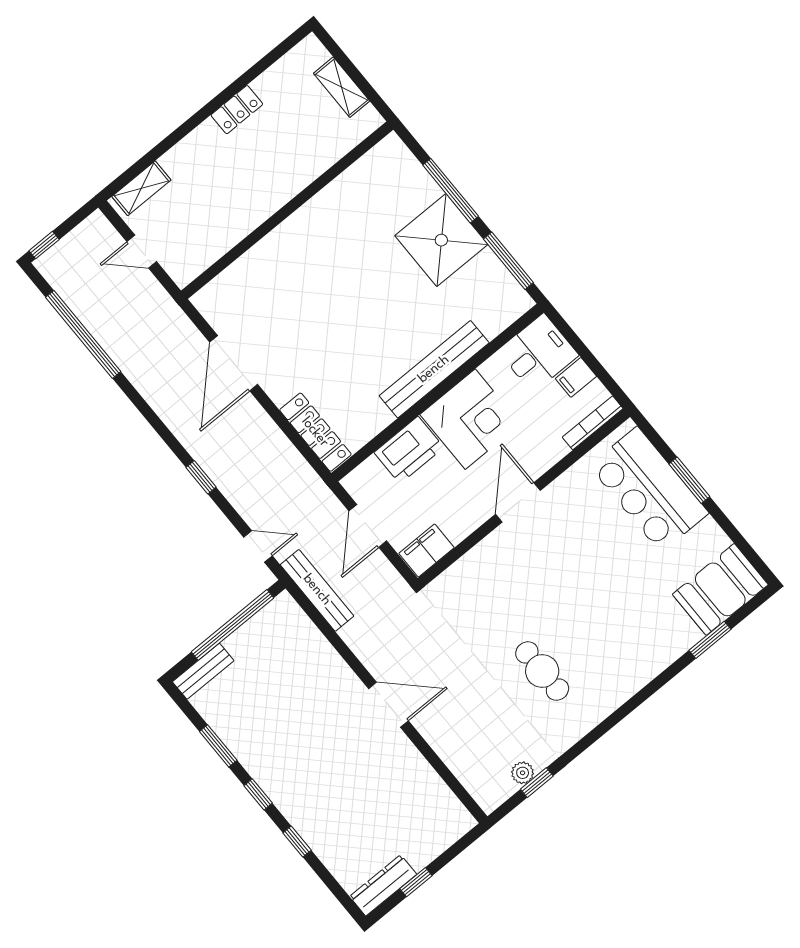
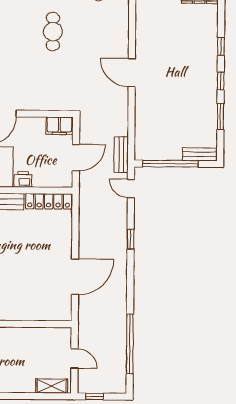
window: (44, 245) -> (95, 397), moved
locker: (315, 432) -> (49, 201), moved, turned -90
printer: (409, 450) -> (23, 179), width x0.53, depth x0.68
bench: (317, 590) -> (121, 155), width x0.73

